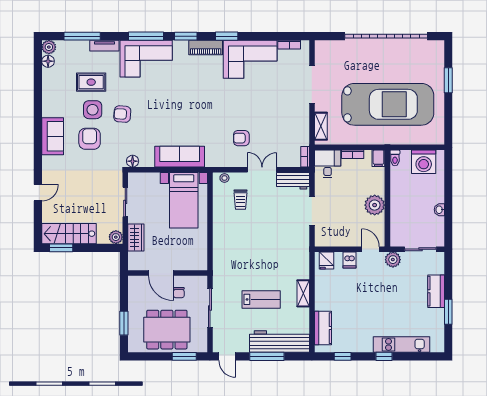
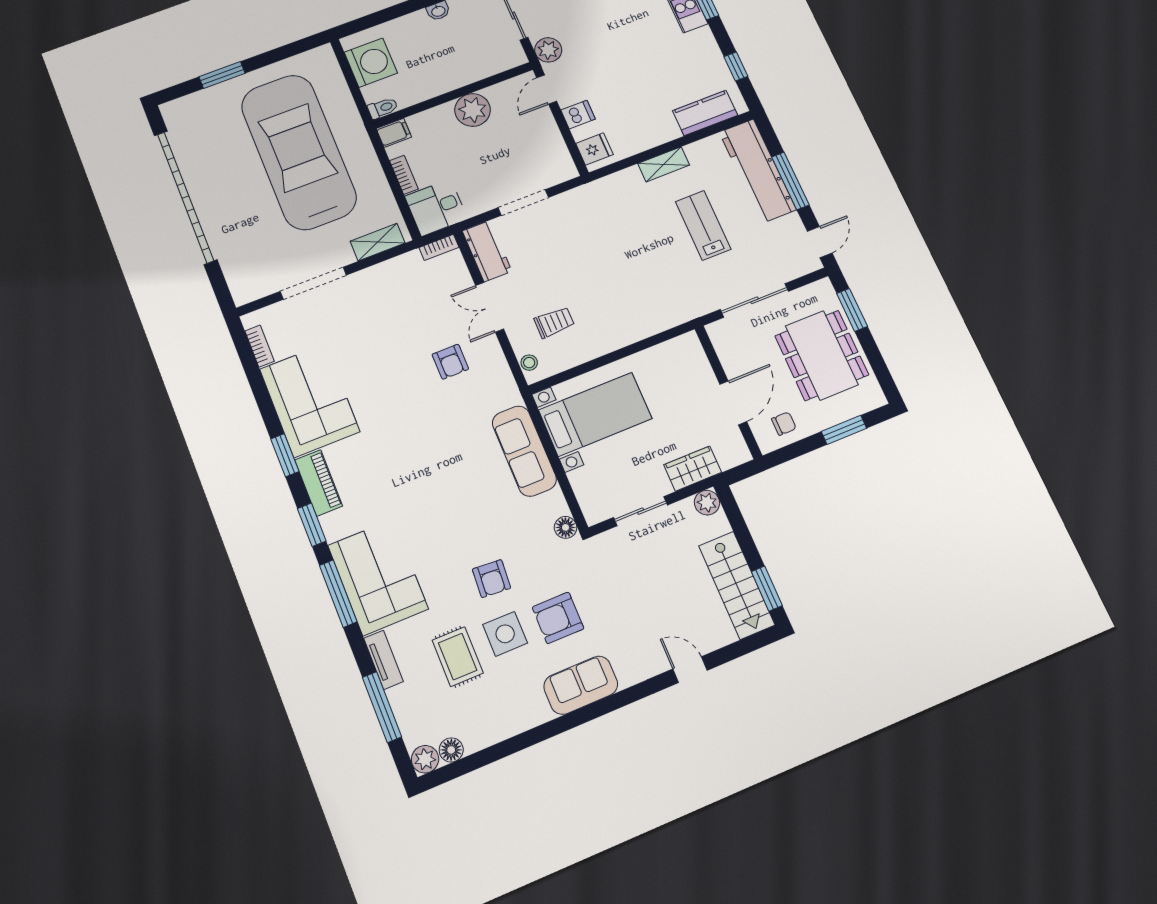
chair: (179, 293) -> (784, 424), moved

